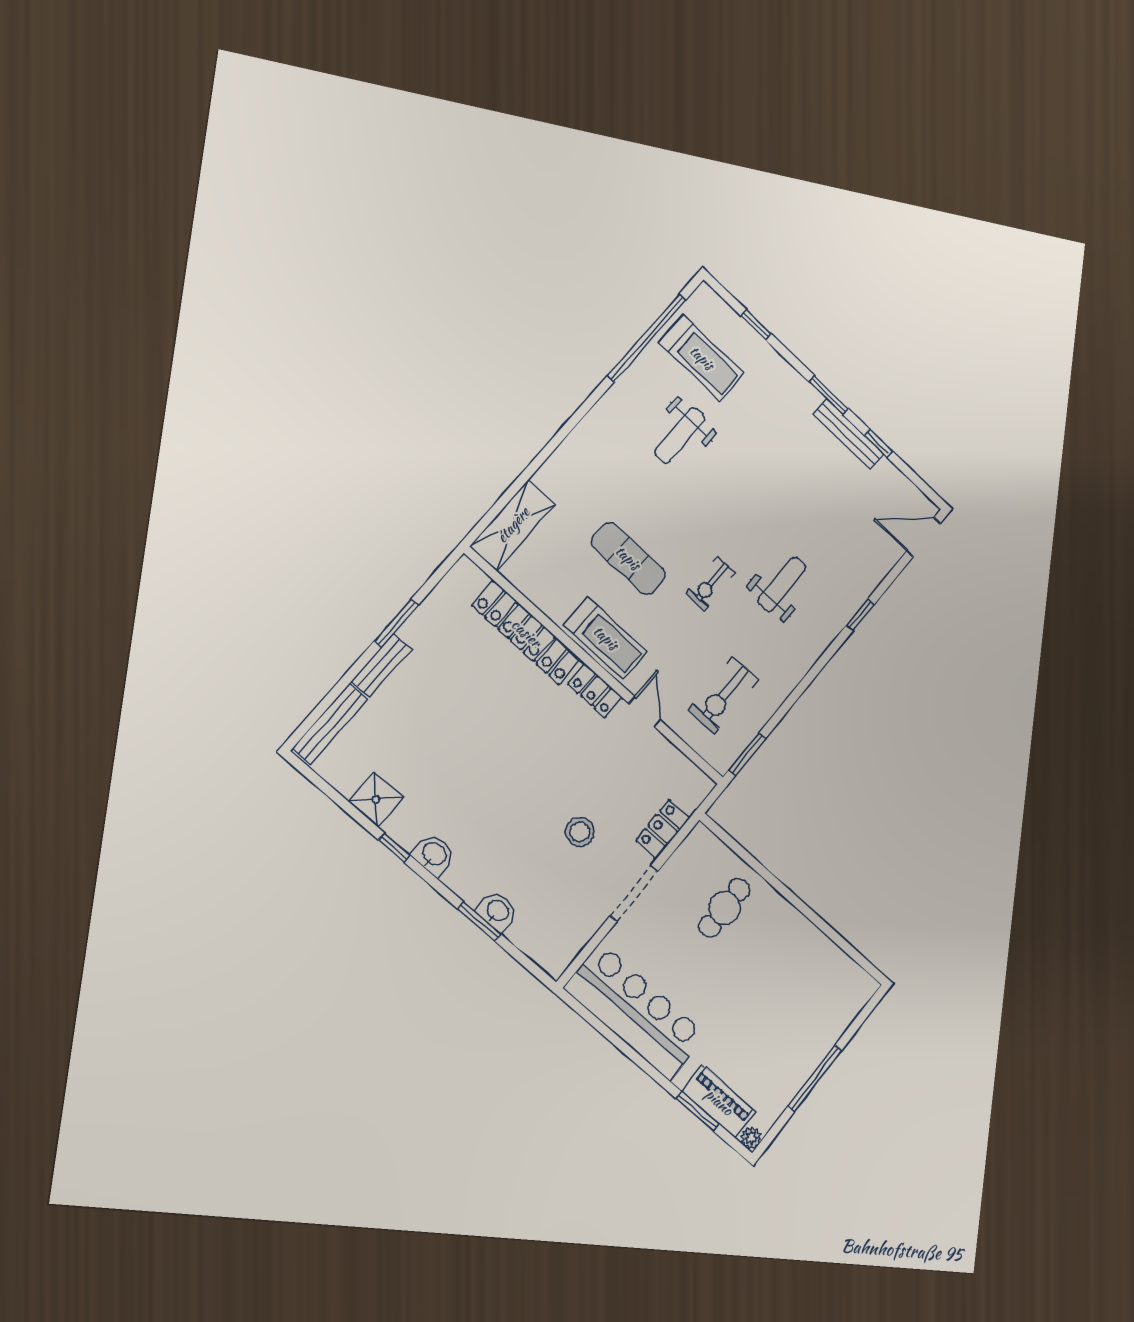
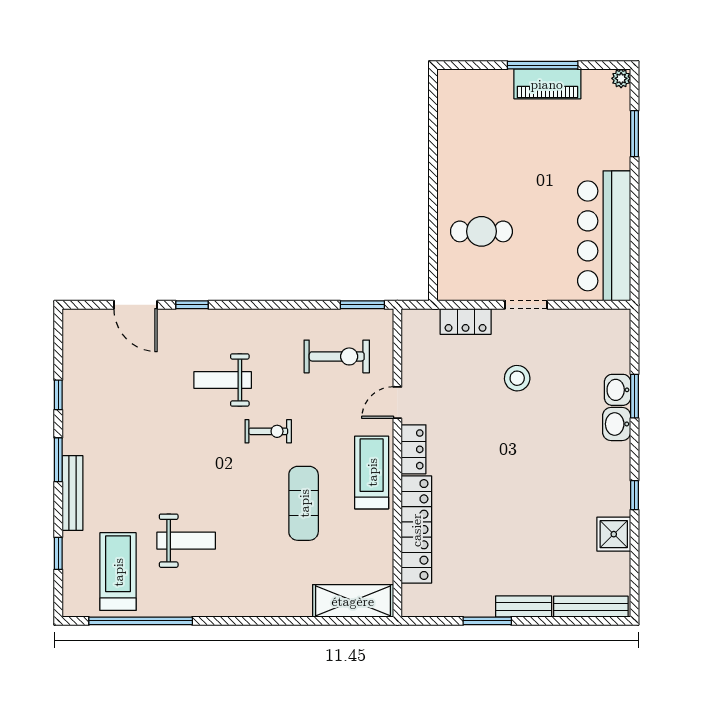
bench: (848, 434) -> (73, 493), moved
door: (923, 537) -> (136, 305), moved
washbasin: (434, 855) -> (617, 424), moved
doorway: (634, 893) -> (526, 305), width x0.73
piano: (719, 1102) -> (547, 84), moved, turned -90

